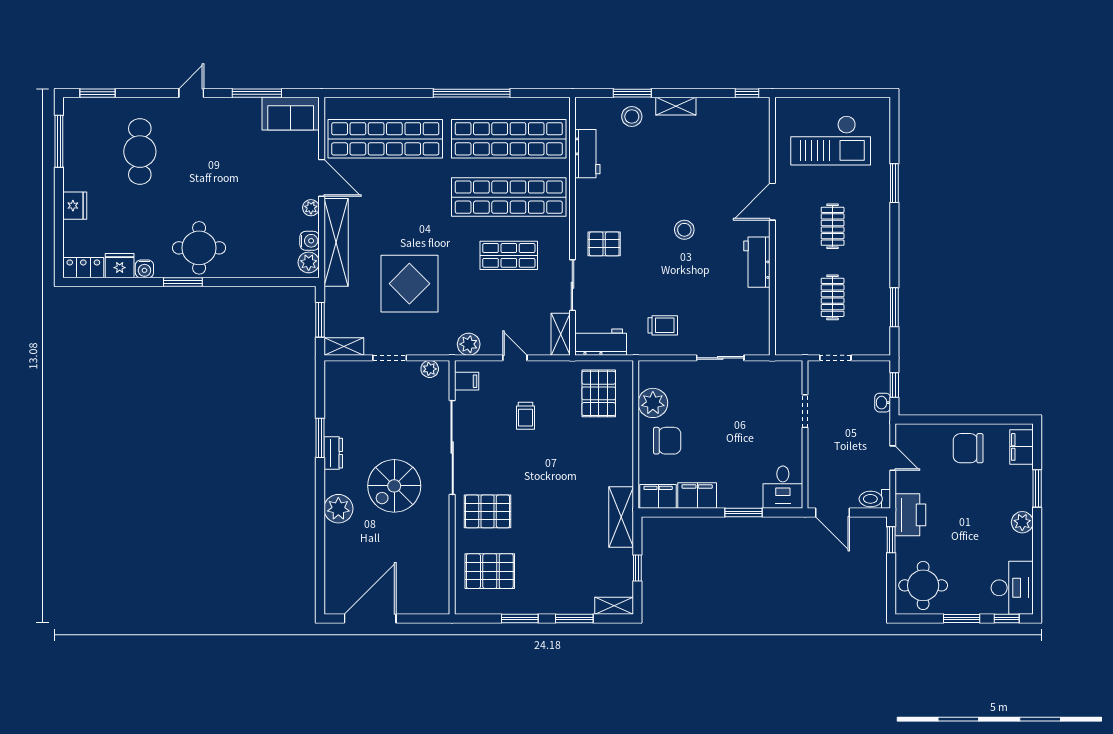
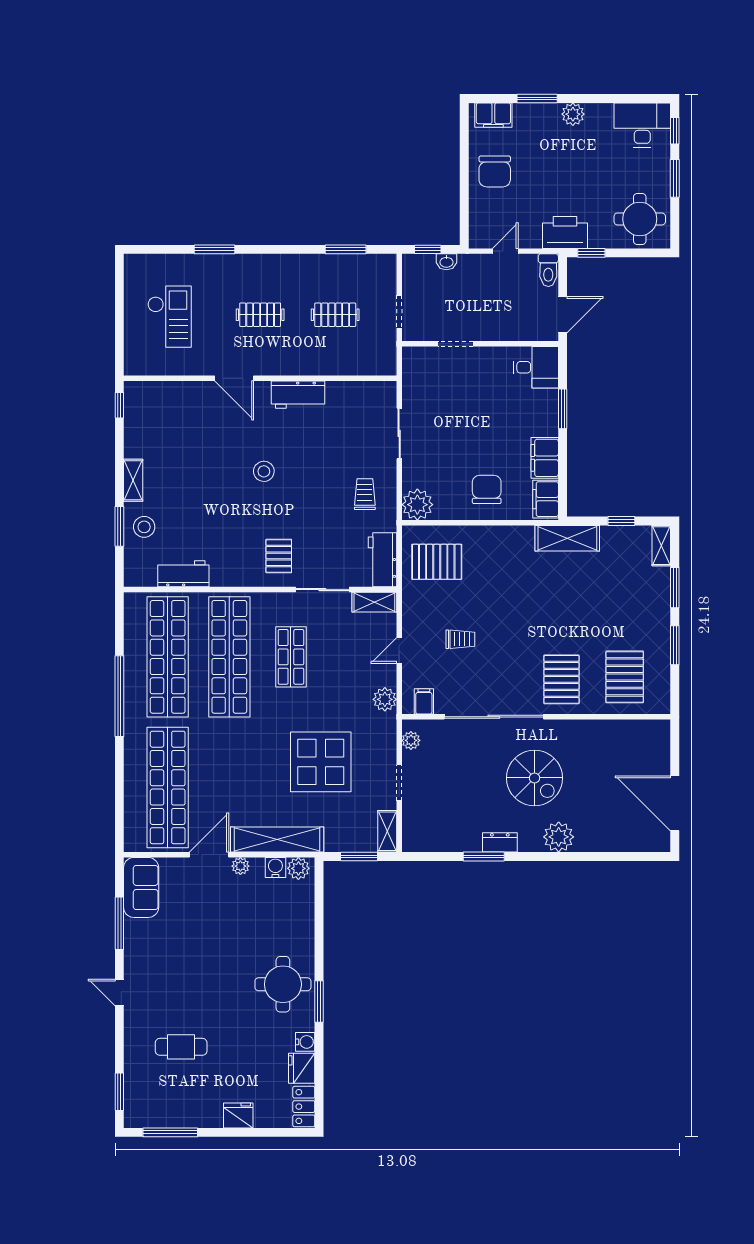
checkout: (831, 140) -> (169, 317), width x0.73, depth x0.83
cafe table: (140, 152) -> (181, 1047), width x0.73, depth x0.74
plant: (653, 403) -> (417, 505), moved

